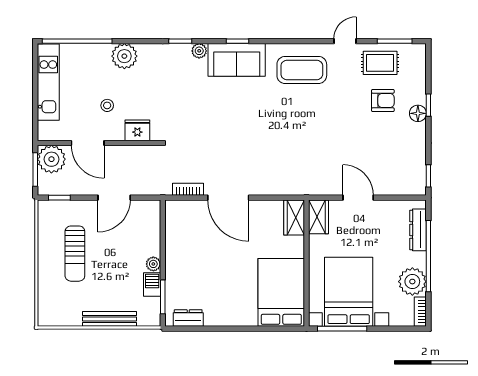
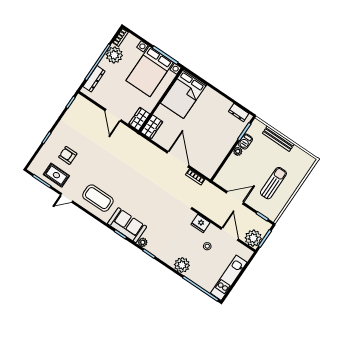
floor lamp: (418, 113) -> (55, 137), removed

